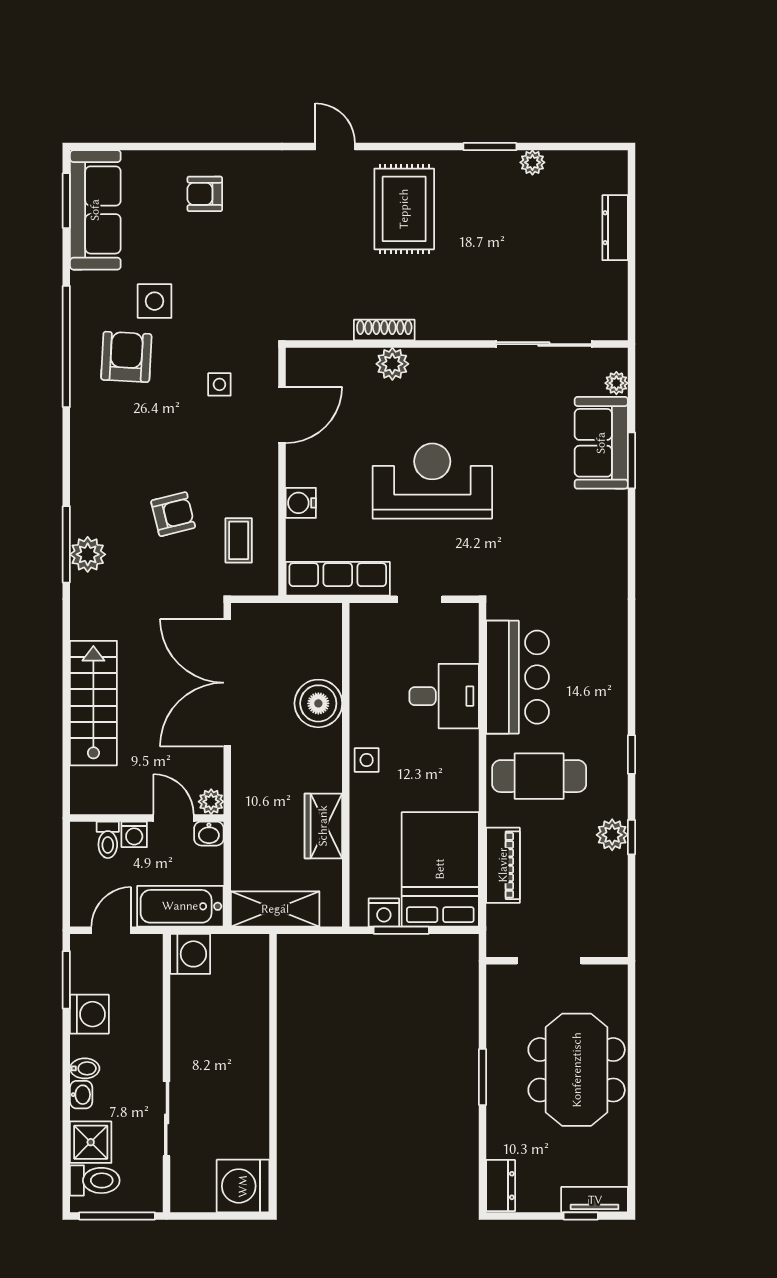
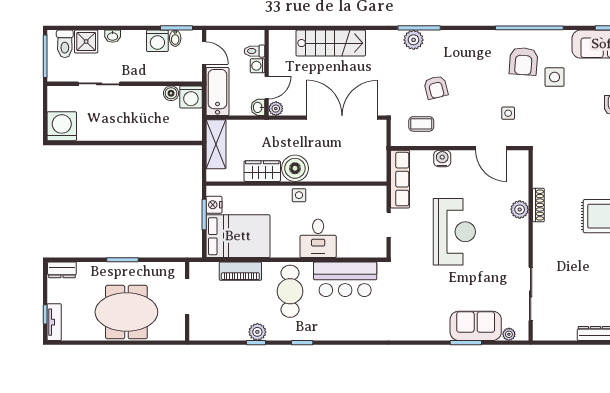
armchair: (126, 357) -> (523, 61), turned 91
desk: (444, 696) -> (318, 238), moved
boiler: (318, 703) -> (295, 168), moved
boiler: (184, 990) -> (171, 93), added
bidet: (85, 1068) -> (175, 38), moved

